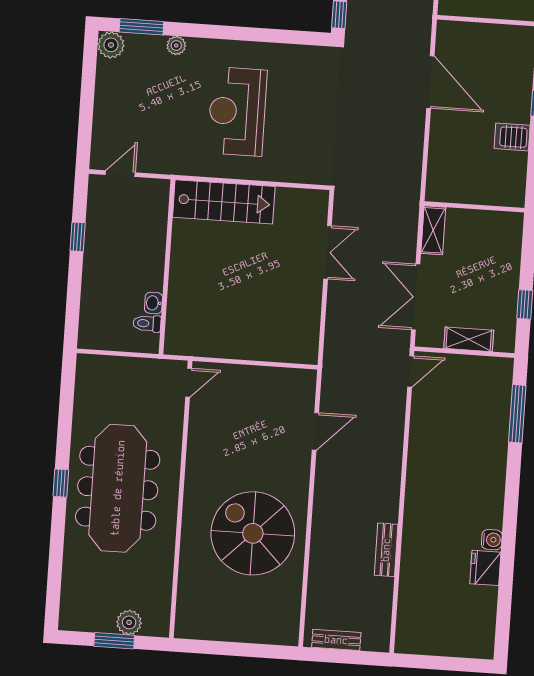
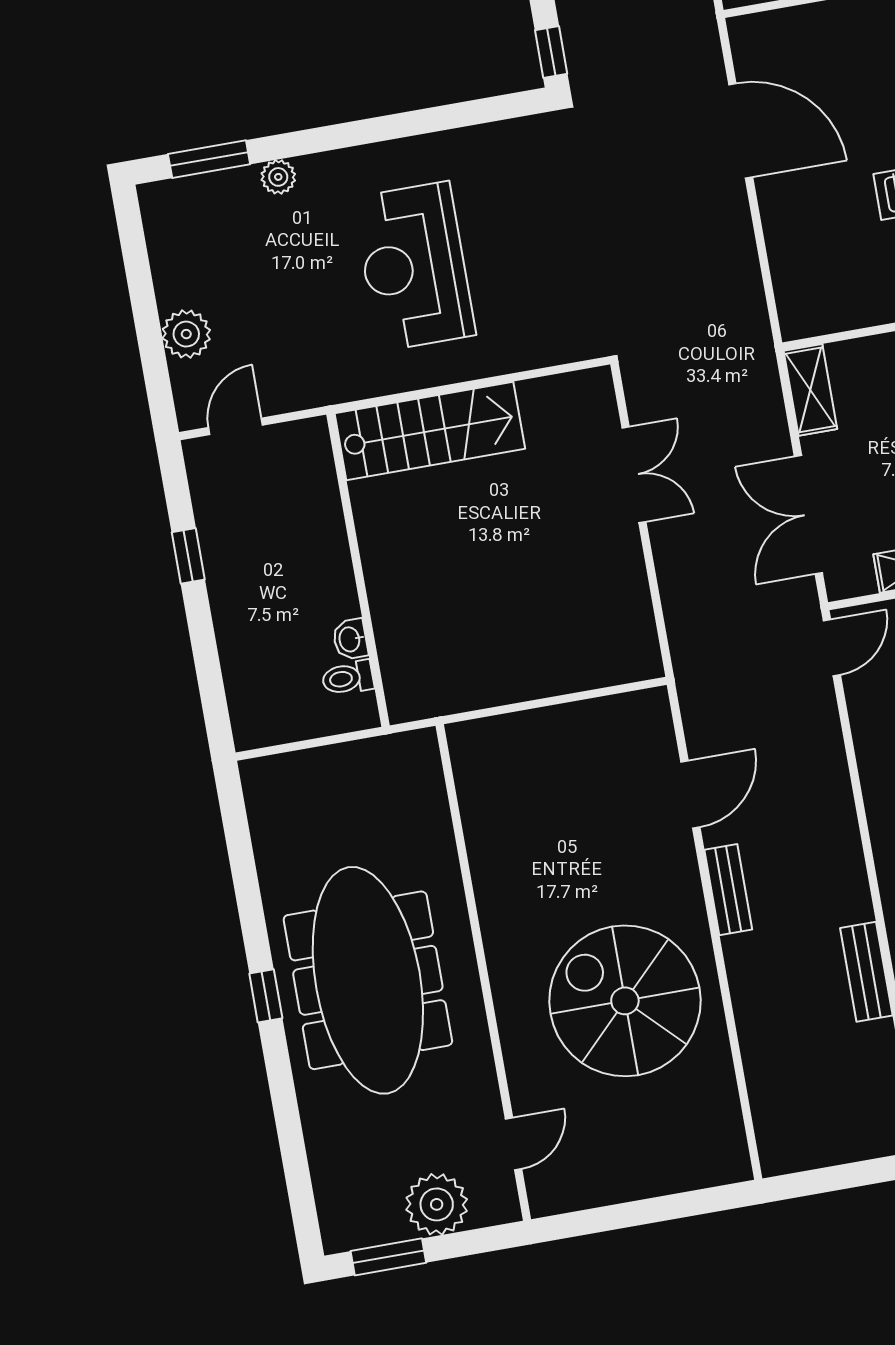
plant: (111, 45) -> (186, 334), moved
door: (189, 383) -> (514, 1144), moved
plant: (129, 622) -> (437, 1204), width x1.36, depth x1.36
bench: (336, 640) -> (728, 890), moved, turned 90
window: (114, 641) -> (388, 1257), moved

